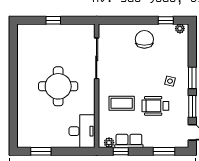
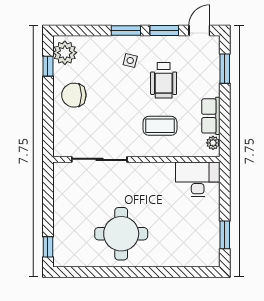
window: (53, 20) -> (48, 247), moved
plant: (180, 29) -> (65, 53), width x1.88, depth x1.88
round table: (58, 86) -> (121, 234), moved
coffee table: (122, 103) -> (160, 126), turned 90
window: (121, 151) -> (225, 127), removed

